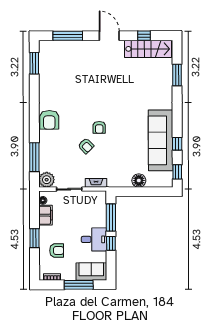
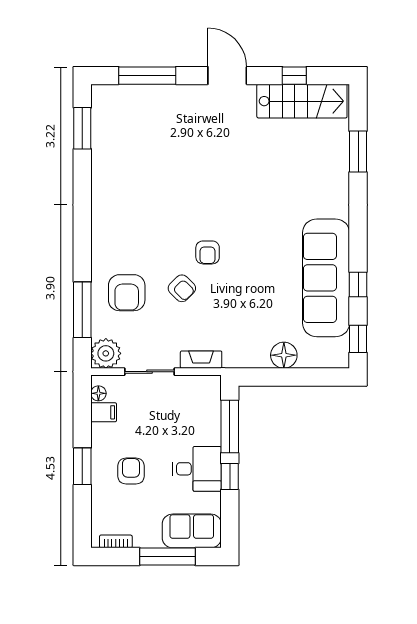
armchair: (49, 120) -> (127, 293), moved
filing cabinet: (46, 215) -> (104, 412), width x0.50
armchair: (57, 250) -> (131, 471), moved, turned -90

